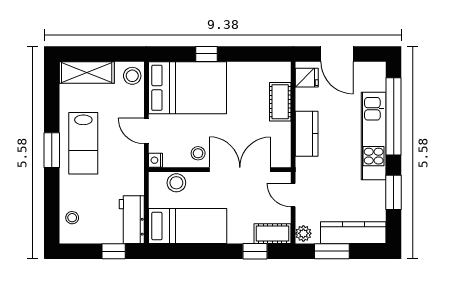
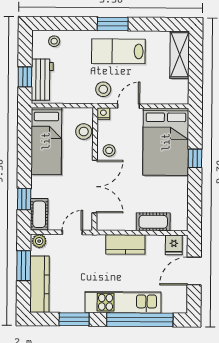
stool: (132, 76) -> (103, 89), moved
workbench: (132, 220) -> (42, 80), moved, turned 90

